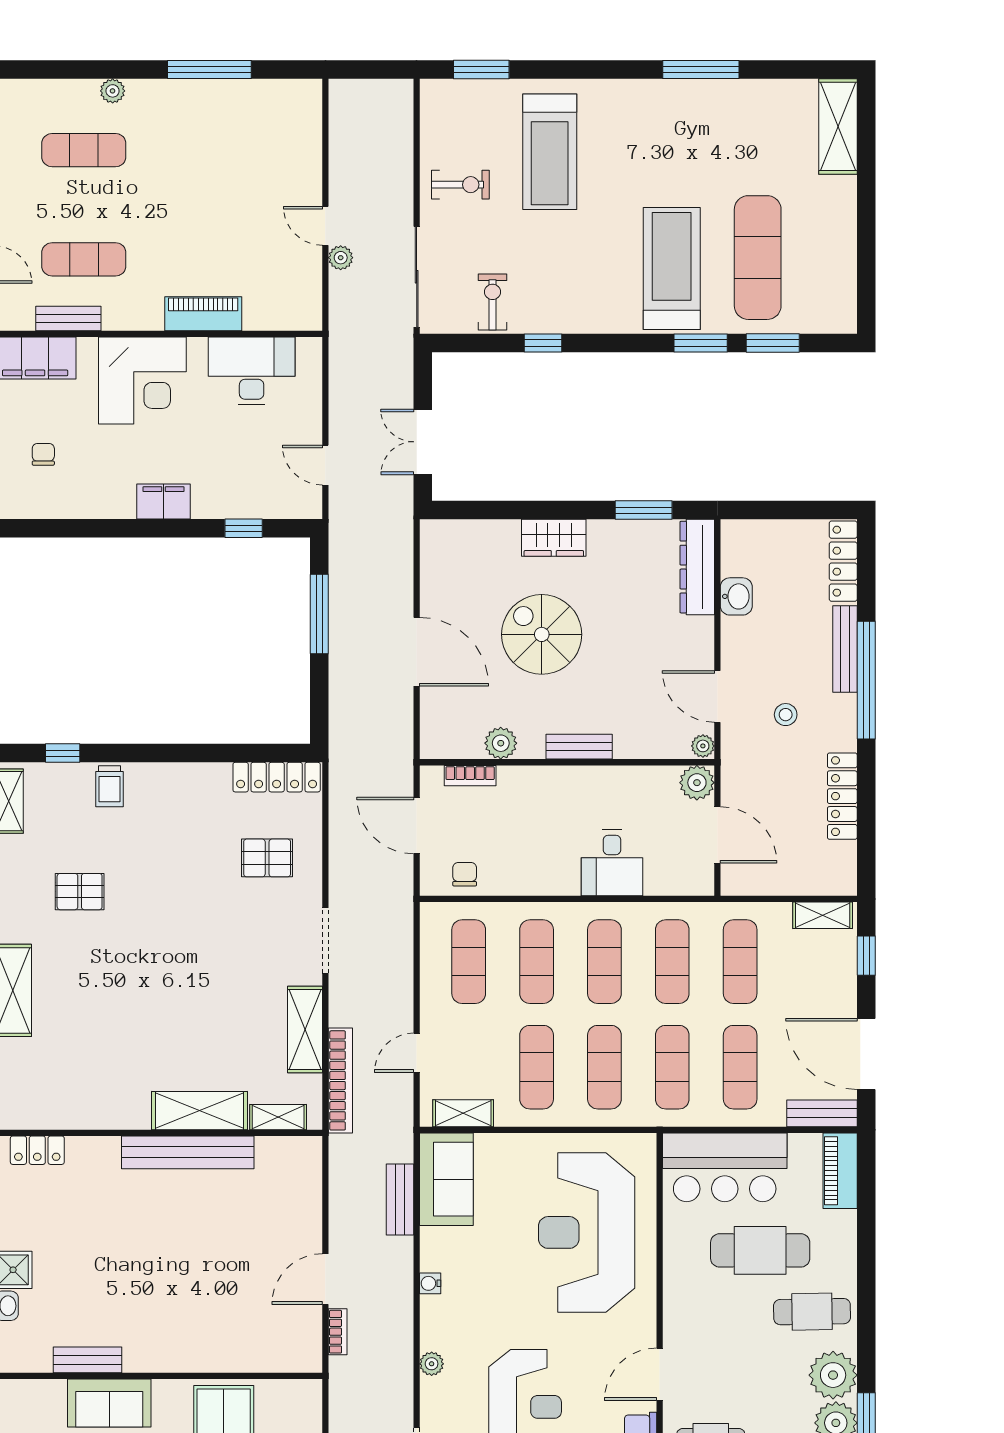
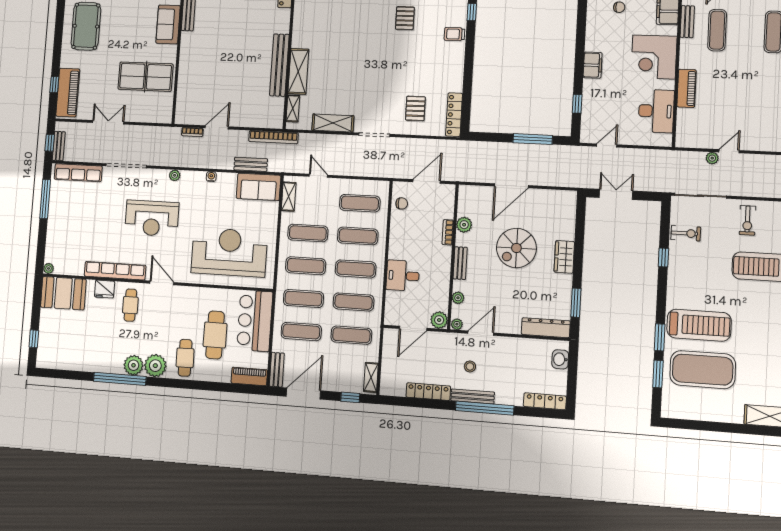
exercise mat: (758, 258) -> (703, 370), width x1.47
washbasin: (736, 596) -> (560, 359), moved, turned 90
spiral stairs: (542, 634) -> (516, 248), turned 180
bench: (845, 649) -> (473, 396), moved
plant: (650, 747) -> (458, 298), added
bookcase: (470, 776) -> (448, 232), moved
bookcase: (340, 1080) -> (273, 137), moved
door: (325, 1279) -> (217, 127), hinge flipped

